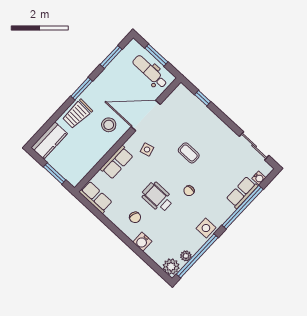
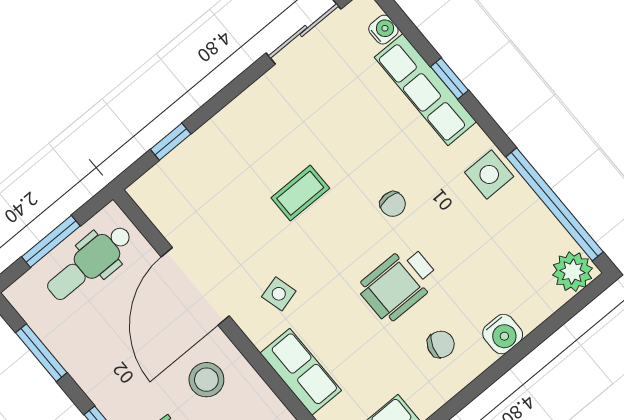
row of seats: (242, 192) -> (425, 90), width x1.48
window: (243, 207) -> (450, 78), width x0.32
plant: (186, 256) -> (551, 232), removed

